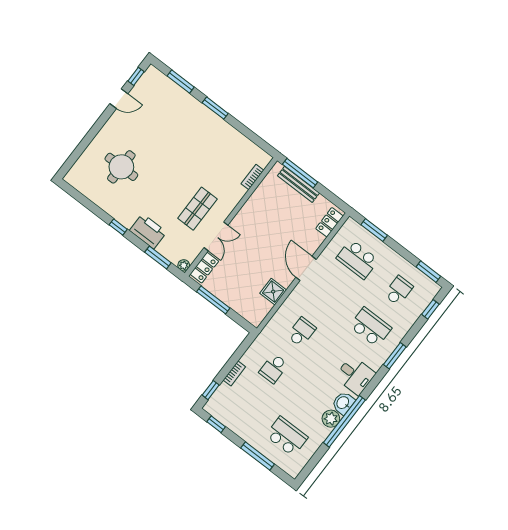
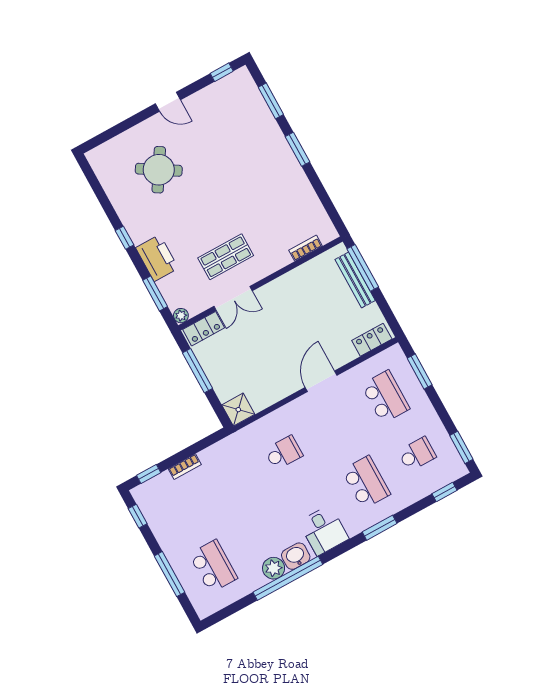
door: (119, 99) -> (168, 102), moved
round table: (121, 167) -> (159, 170), turned 32
school desk: (357, 259) -> (385, 397), turned 180
shower: (273, 292) -> (238, 410), moved
school desk: (274, 368) -> (233, 481), removed

